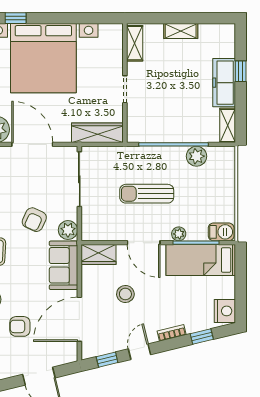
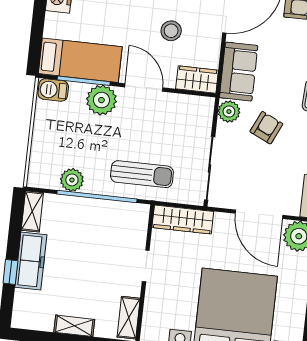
sun lounger: (147, 194) -> (142, 174), moved
plant: (179, 234) -> (101, 100), width x1.87, depth x1.87

